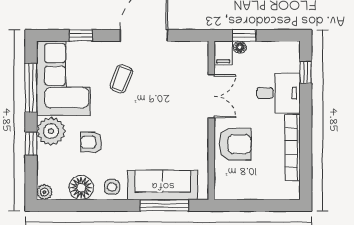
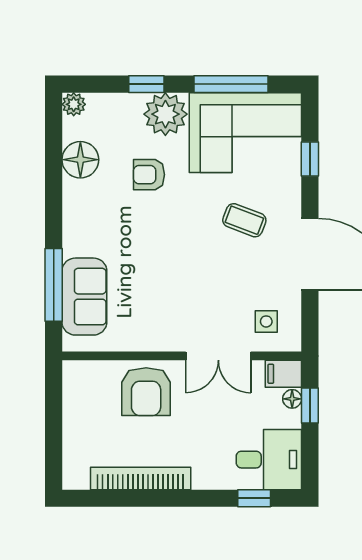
desk: (278, 93) -> (269, 460), moved, turned -90
armchair: (91, 142) -> (149, 175), turned -90
sofa: (163, 185) -> (84, 297), width x0.73
side table: (112, 187) -> (266, 321), moved

